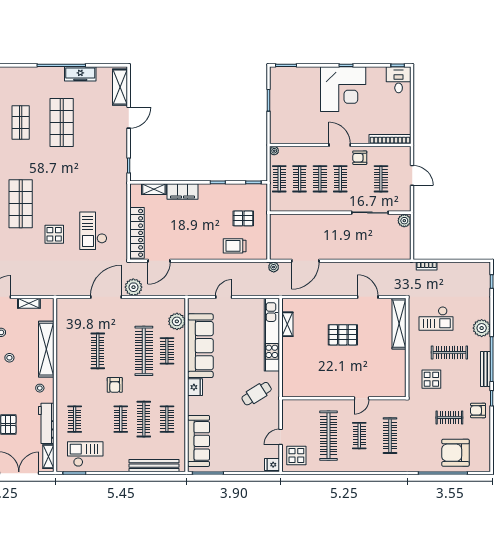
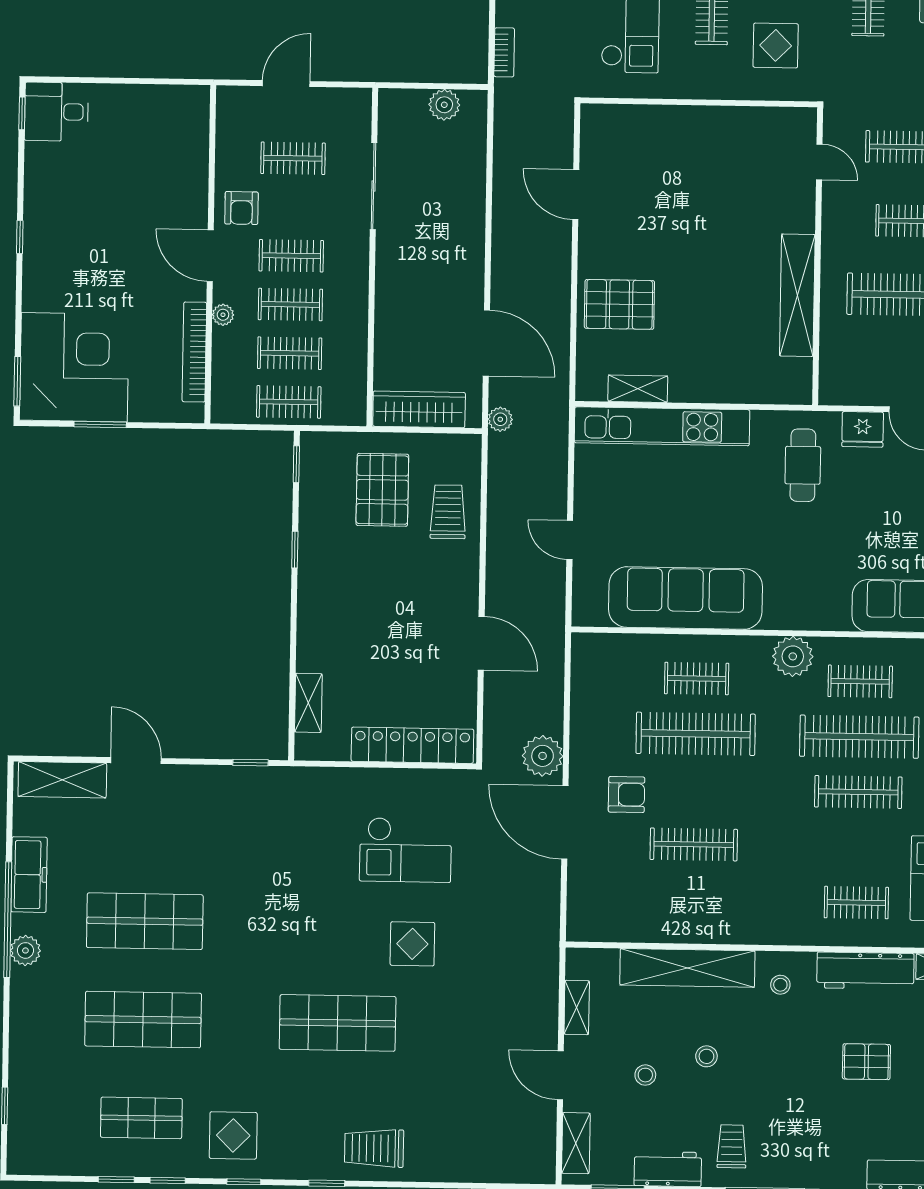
plant: (49, 73) -> (25, 950), added
corner desk: (343, 89) -> (74, 367), moved
shop shelf: (21, 123) -> (143, 1020), width x1.43, depth x1.36
bookcase: (390, 139) -> (194, 352), moved
door: (340, 145) -> (210, 256), hinge flipped
plant: (274, 151) -> (223, 315), moved
filing cabinet: (182, 192) -> (315, 634), removed
pallet: (243, 218) -> (382, 490), width x1.50, depth x1.42
plant: (404, 221) -> (444, 105), moved
wardrobe: (277, 233) -> (419, 409), added
trolley: (235, 246) -> (448, 512), turned 180
door: (159, 261) -> (481, 643), moved
door: (368, 297) -> (576, 195), hinge flipped
plant: (177, 321) -> (793, 656), moved
shelving: (399, 324) -> (797, 295), moved, turned 90
pallet: (343, 335) -> (619, 304), moved, turned 90
armchair: (115, 385) -> (626, 795), moved
fridge: (195, 387) -> (863, 429), moved, turned 180
cafe table: (257, 394) -> (803, 465), turned 32
door: (361, 398) -> (819, 162), moved
clothes rail: (121, 419) -> (858, 792), width x1.36
clothes rail: (144, 419) -> (859, 737), width x1.37, depth x1.31

